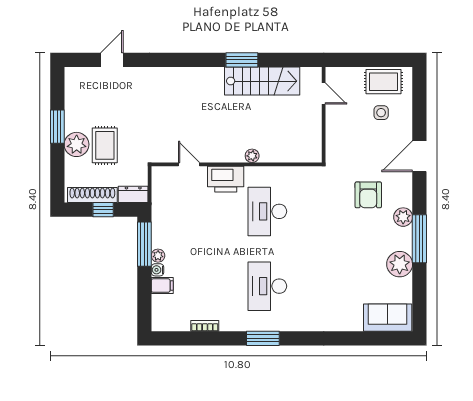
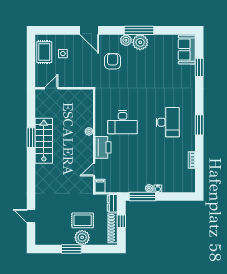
stairs: (262, 81) -> (44, 141), moved
armchair: (368, 195) -> (113, 61), turned -90
plant: (400, 264) -> (140, 42), moved
filing cabinet: (162, 286) -> (100, 186), moved
desk: (267, 286) -> (168, 122), turned -90
window: (358, 338) -> (199, 67), added

